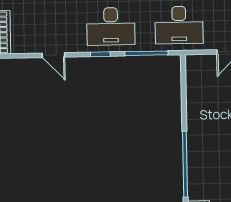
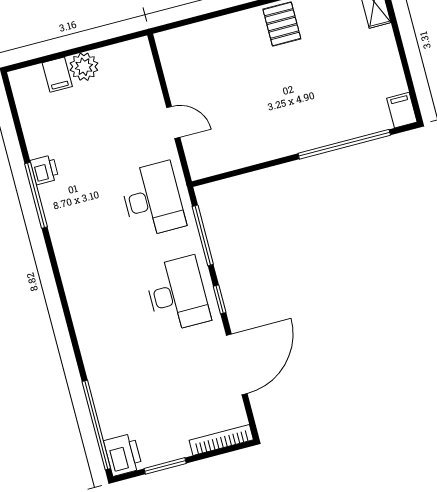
door: (53, 55) -> (237, 364), width x1.87

